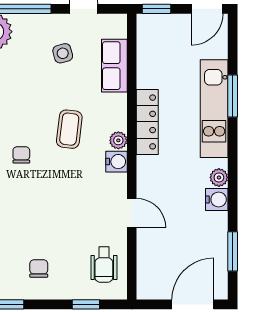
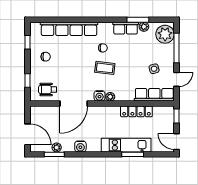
row of seats: (114, 66) -> (154, 95), width x1.48
locker: (147, 122) -> (136, 111), moved
coffee table: (69, 129) -> (105, 68), moved
plant: (219, 177) -> (57, 147), moved
door: (132, 213) -> (74, 104), width x1.87

